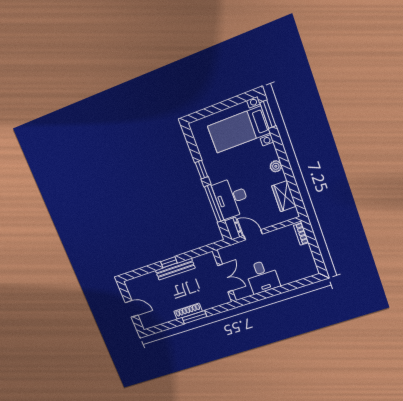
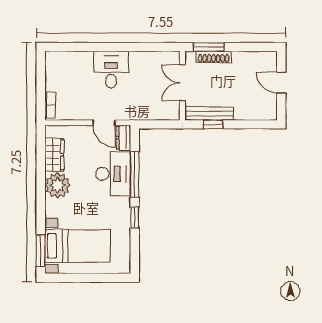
plant: (276, 166) -> (58, 185), width x1.88, depth x1.88
wall: (224, 276) -> (182, 86), moved
double door: (225, 278) -> (182, 83), moved

